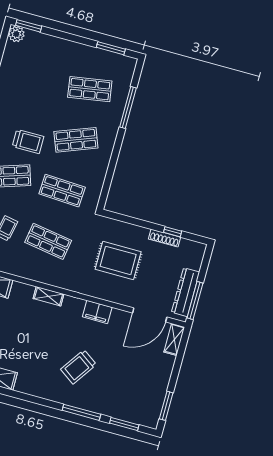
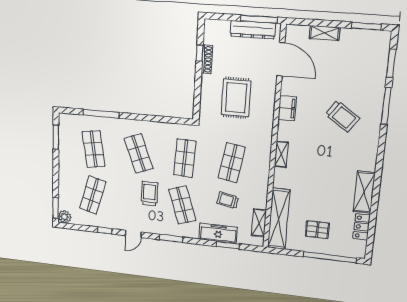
shop shelf: (37, 75) -> (93, 195), added
shelving: (174, 339) -> (325, 33), moved

